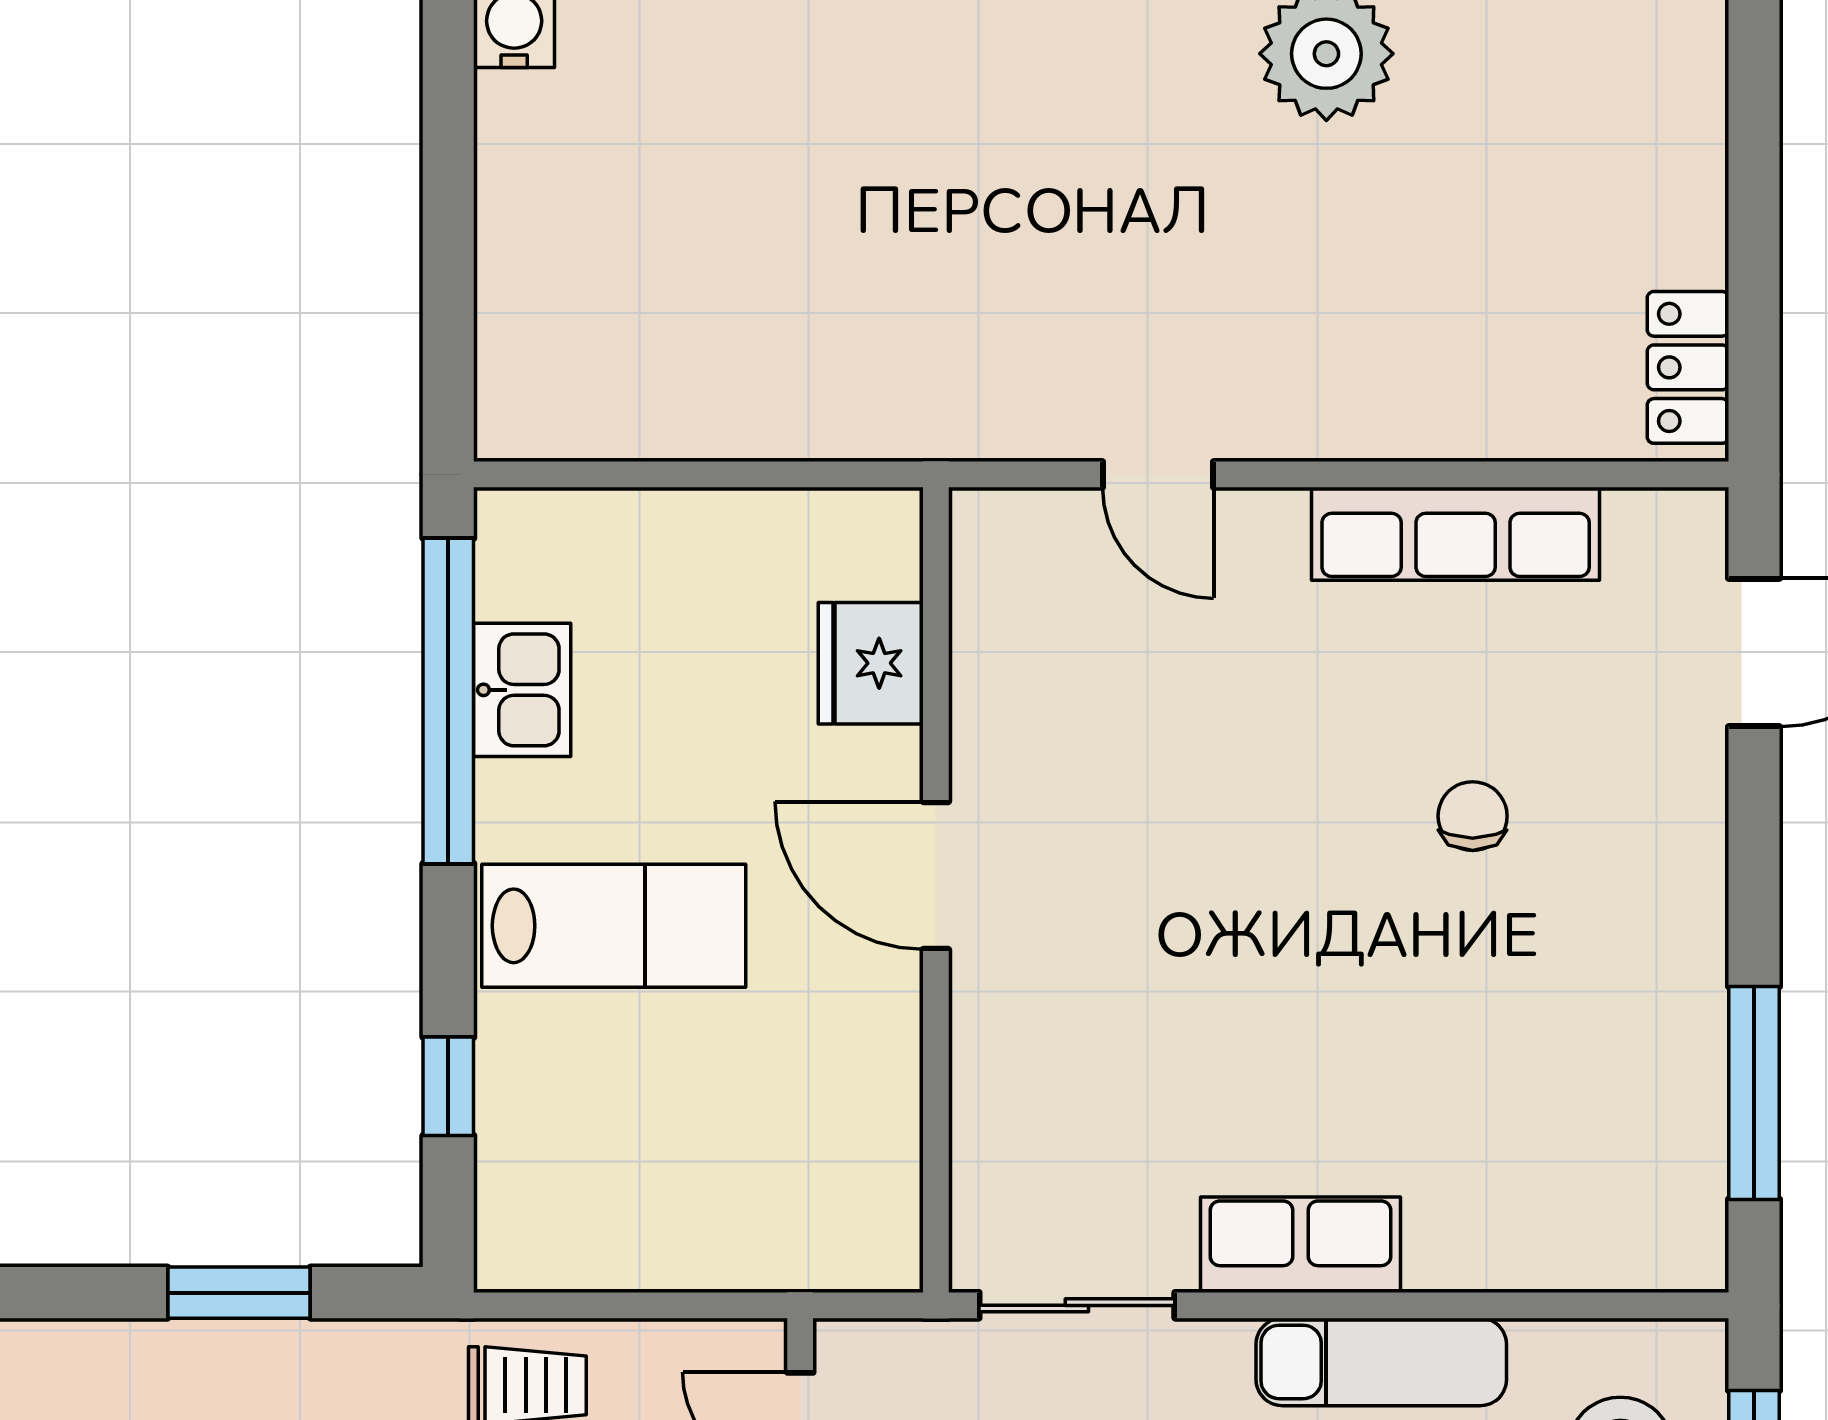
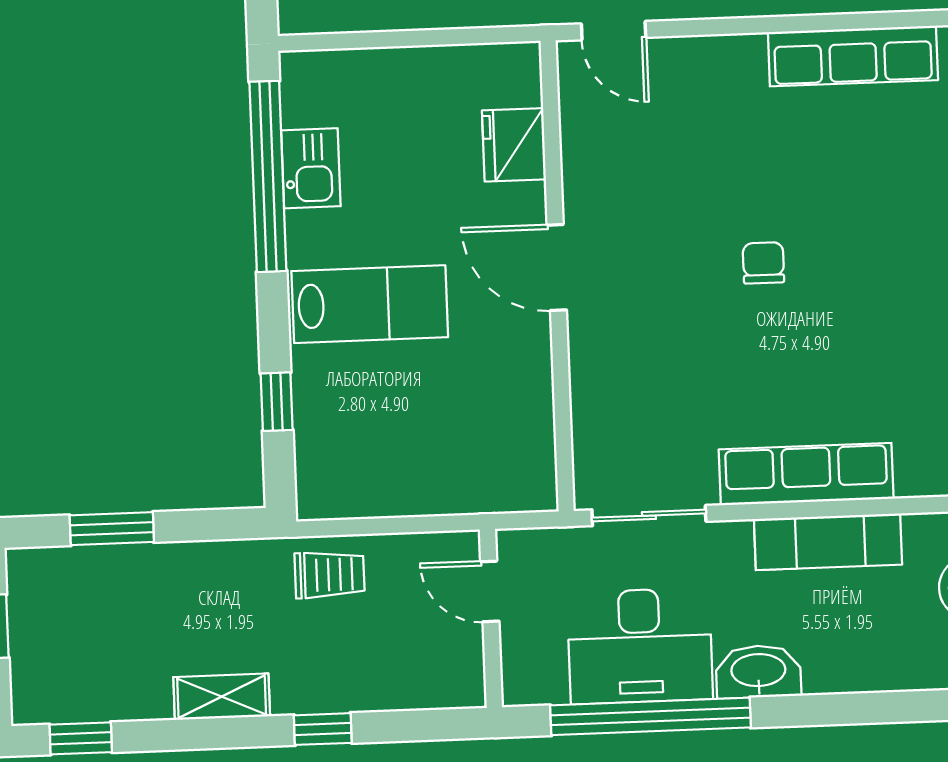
door: (1158, 474) -> (614, 31), moved
chair: (1473, 816) -> (763, 263), moved
row of seats: (1301, 1245) -> (806, 474), width x1.48
window: (239, 1293) -> (112, 529), moved

